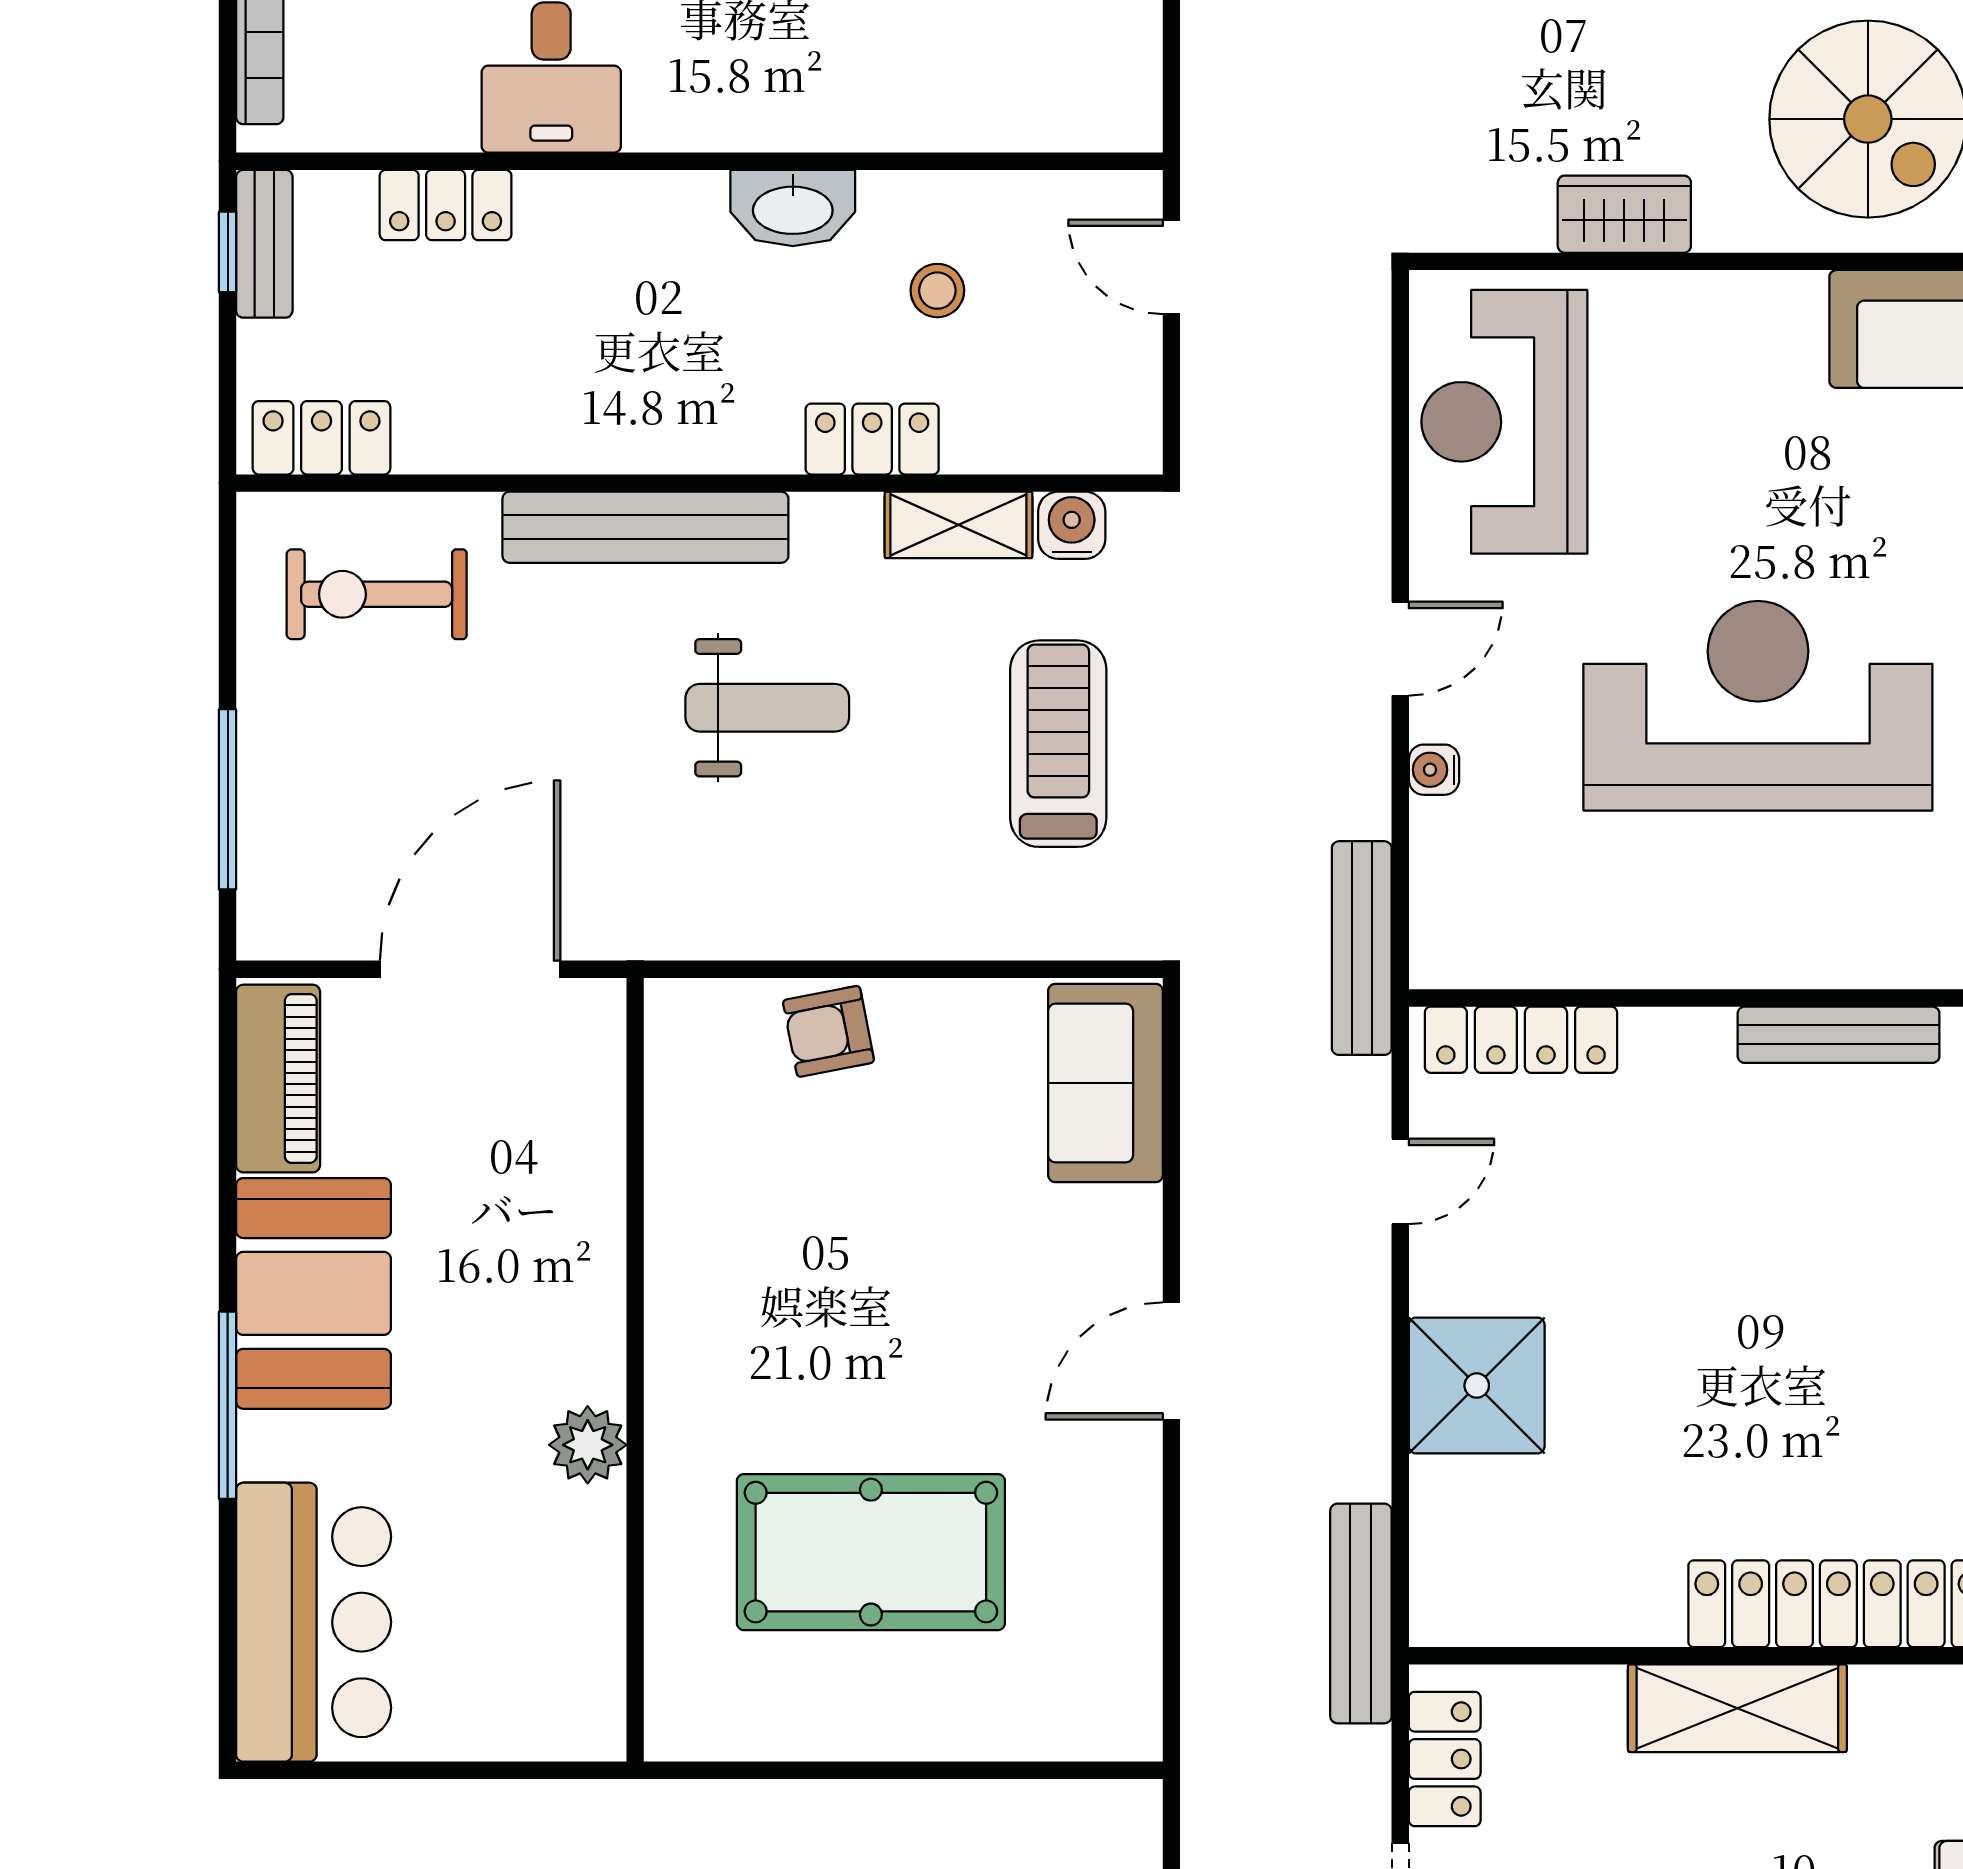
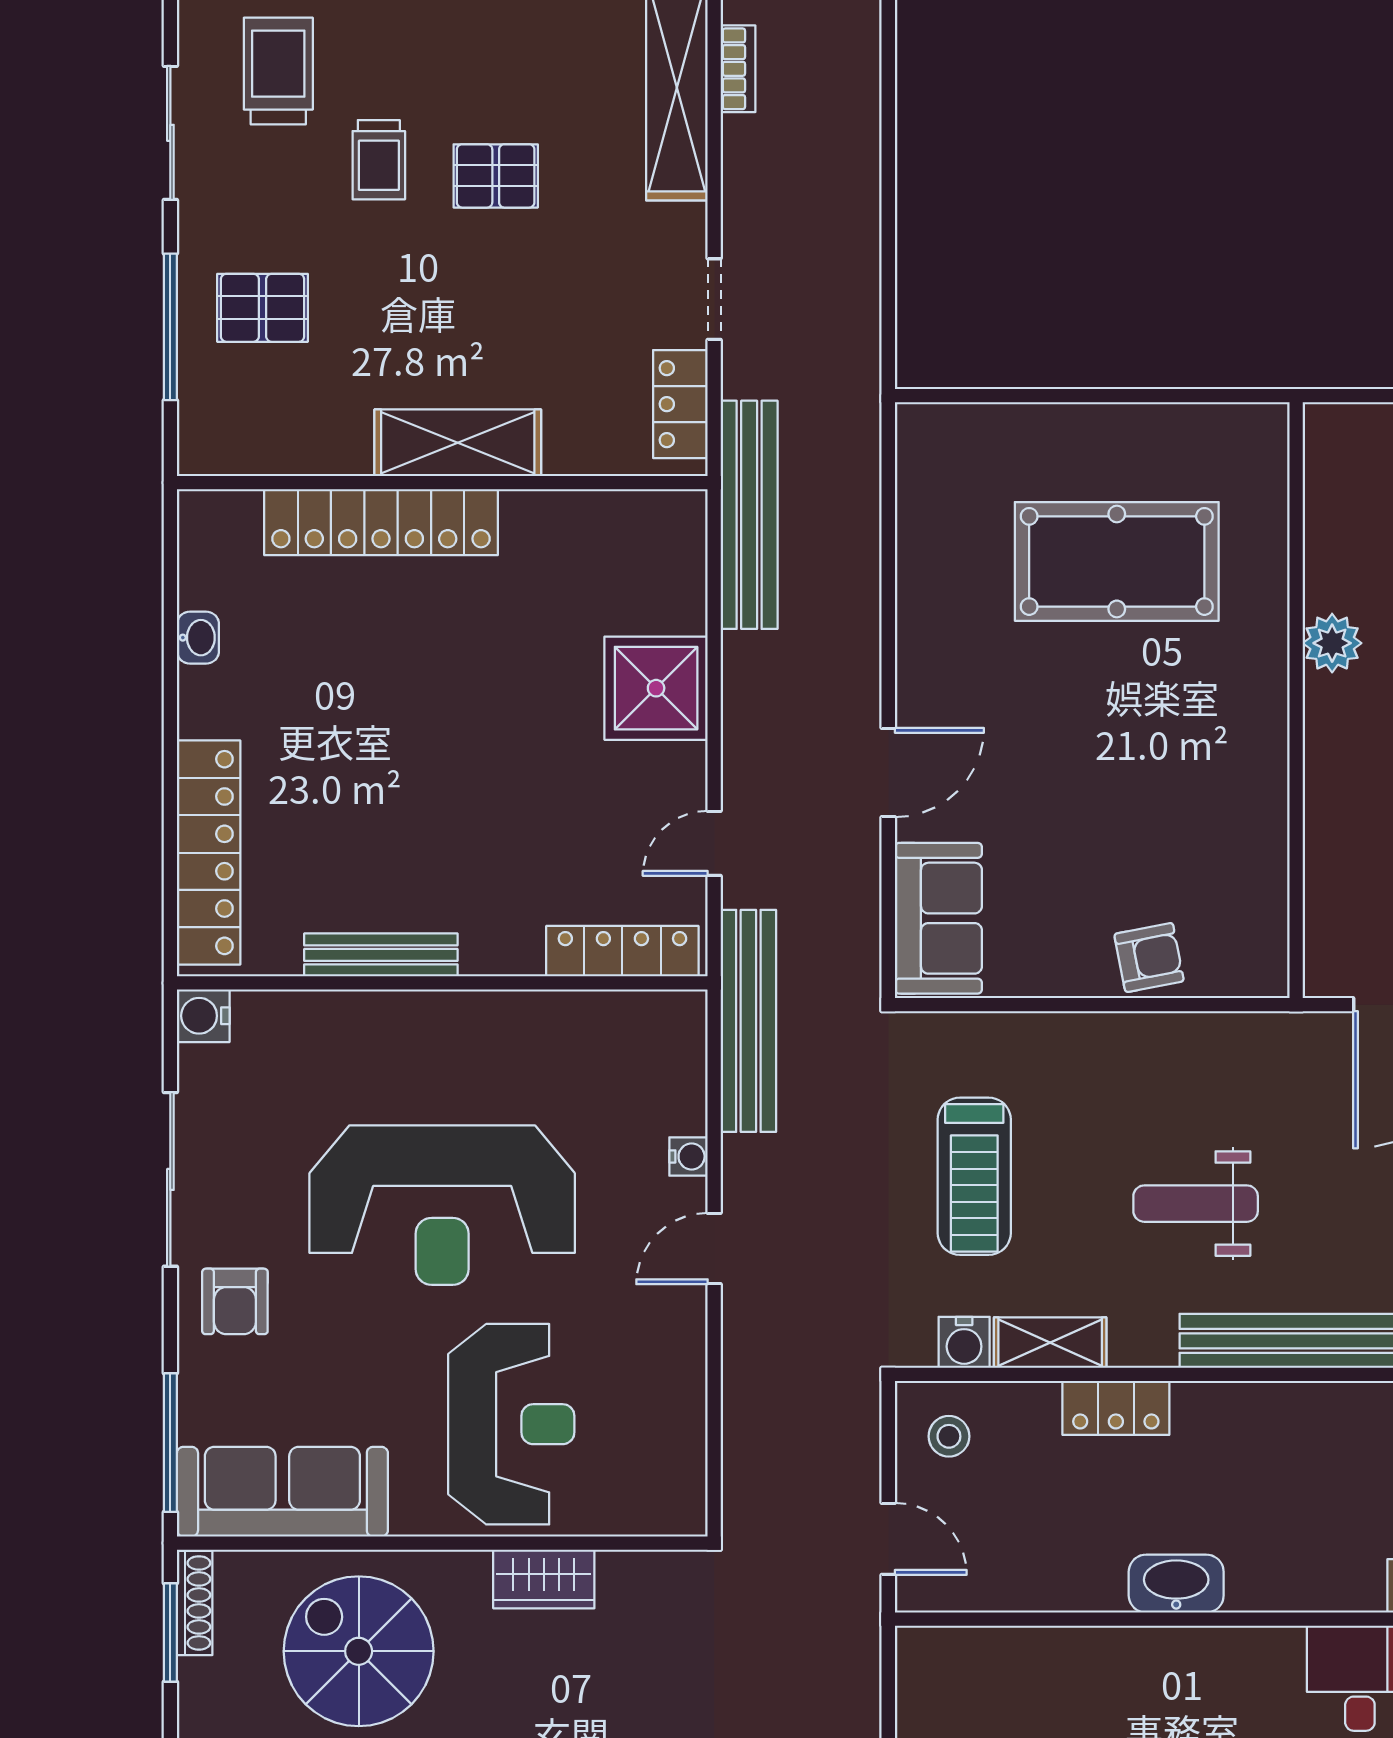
stool: (937, 291) -> (949, 1436), moved
reception desk: (1504, 422) -> (511, 1424), moved
bench: (1362, 948) -> (748, 1021), width x1.37, depth x1.21
door: (1171, 1361) -> (888, 773), moved
bench: (1361, 1613) -> (749, 515), width x1.37, depth x1.21

